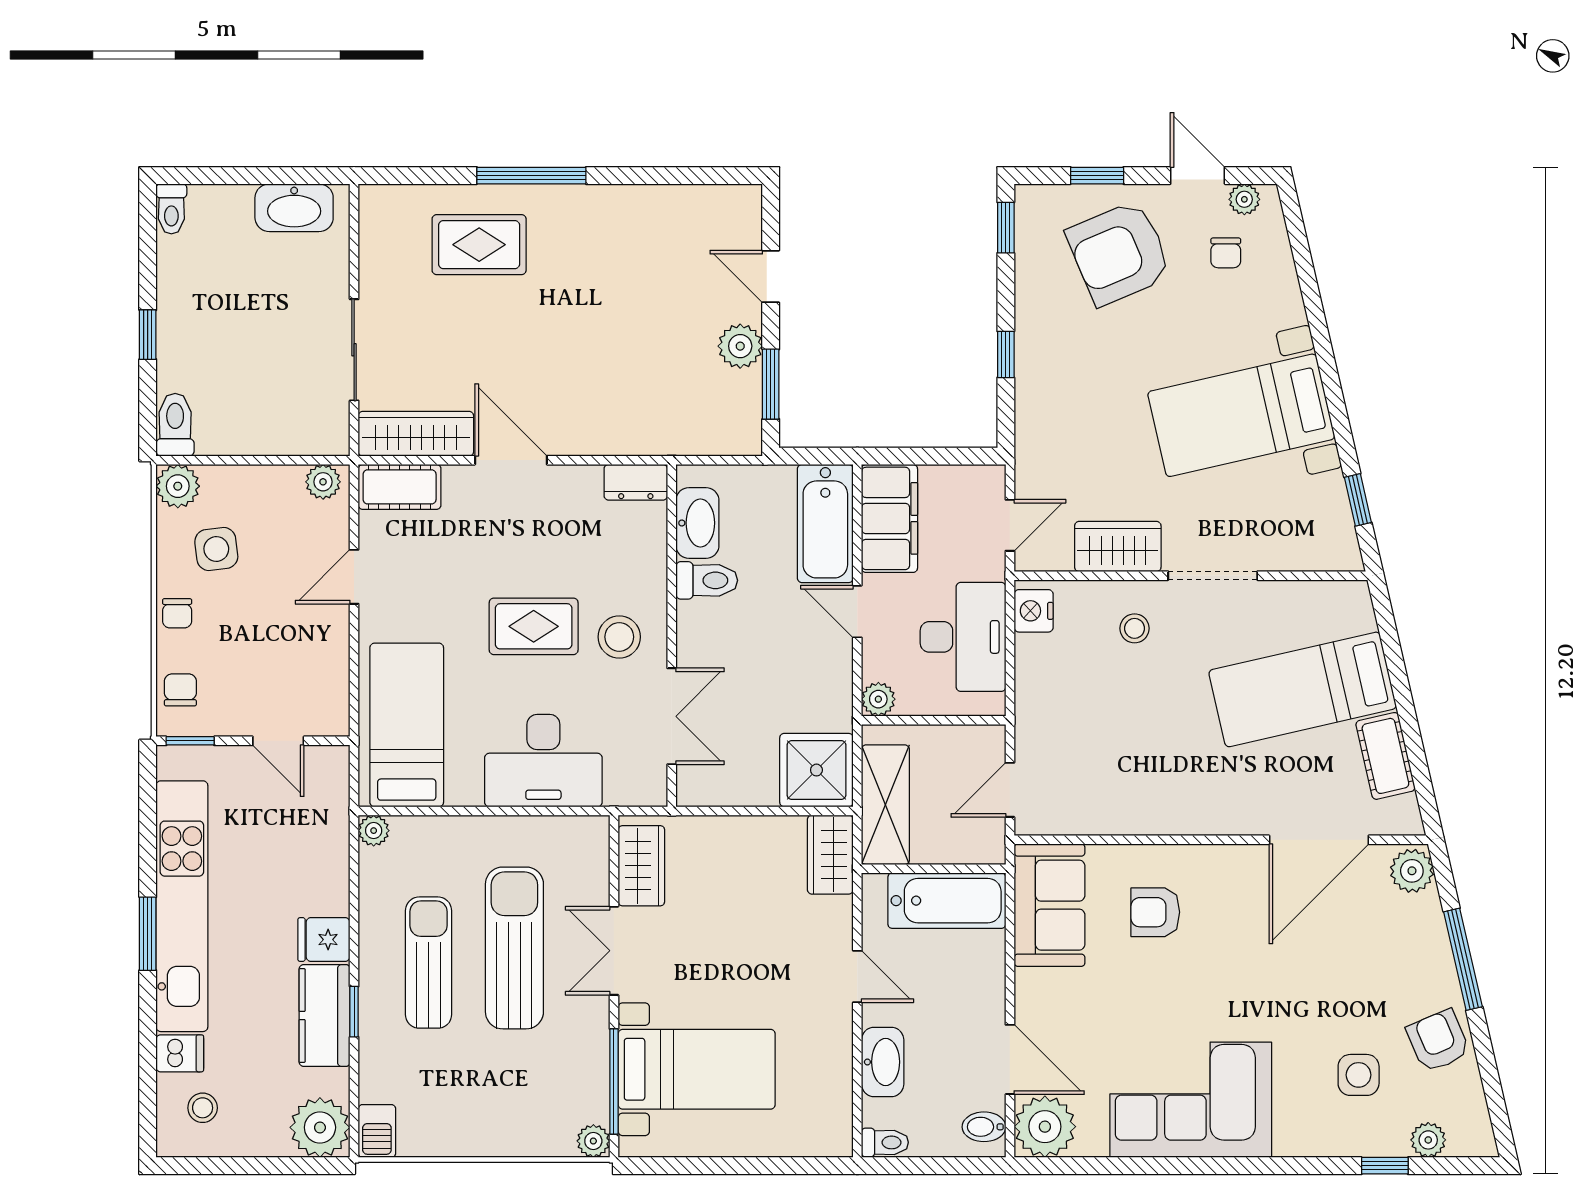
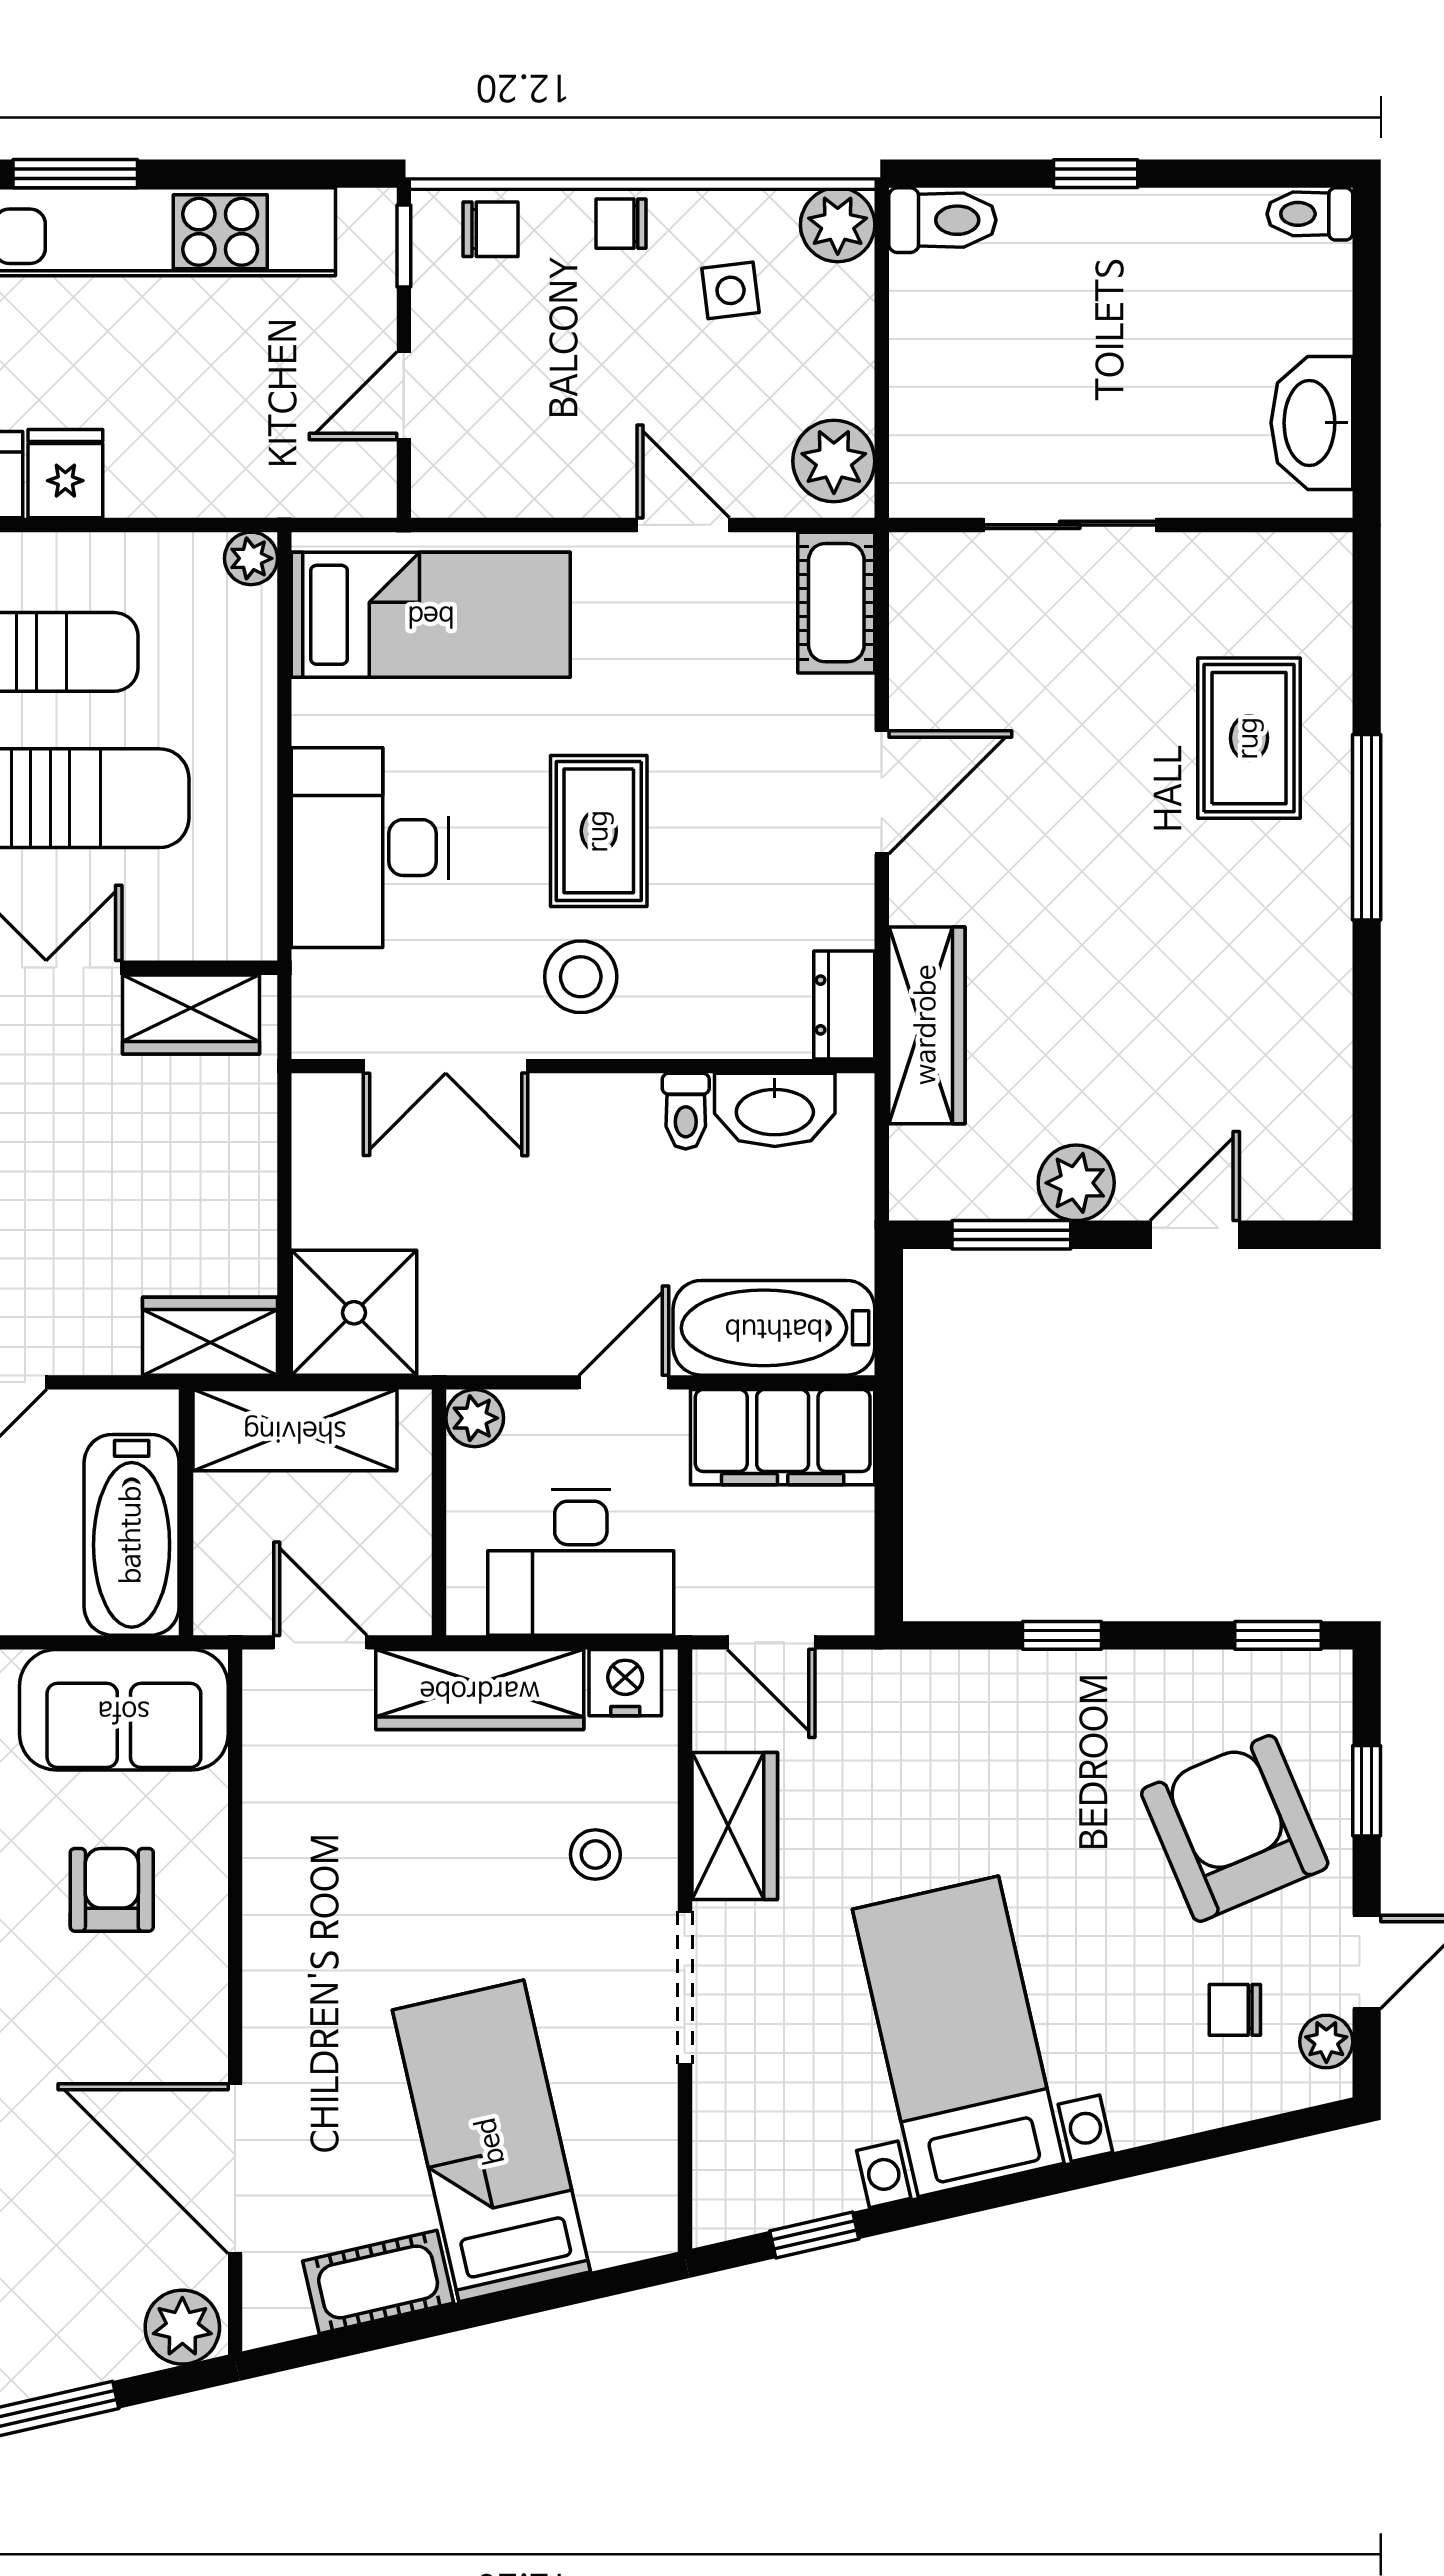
wardrobe: (416, 434) -> (927, 1025), moved
plant: (323, 482) -> (834, 461), width x1.38, depth x1.38
side table: (216, 549) -> (731, 290), width x0.73, depth x0.73
toilet: (707, 580) -> (686, 1111), width x0.73, depth x0.72
wardrobe: (1038, 696) -> (480, 1690), added

